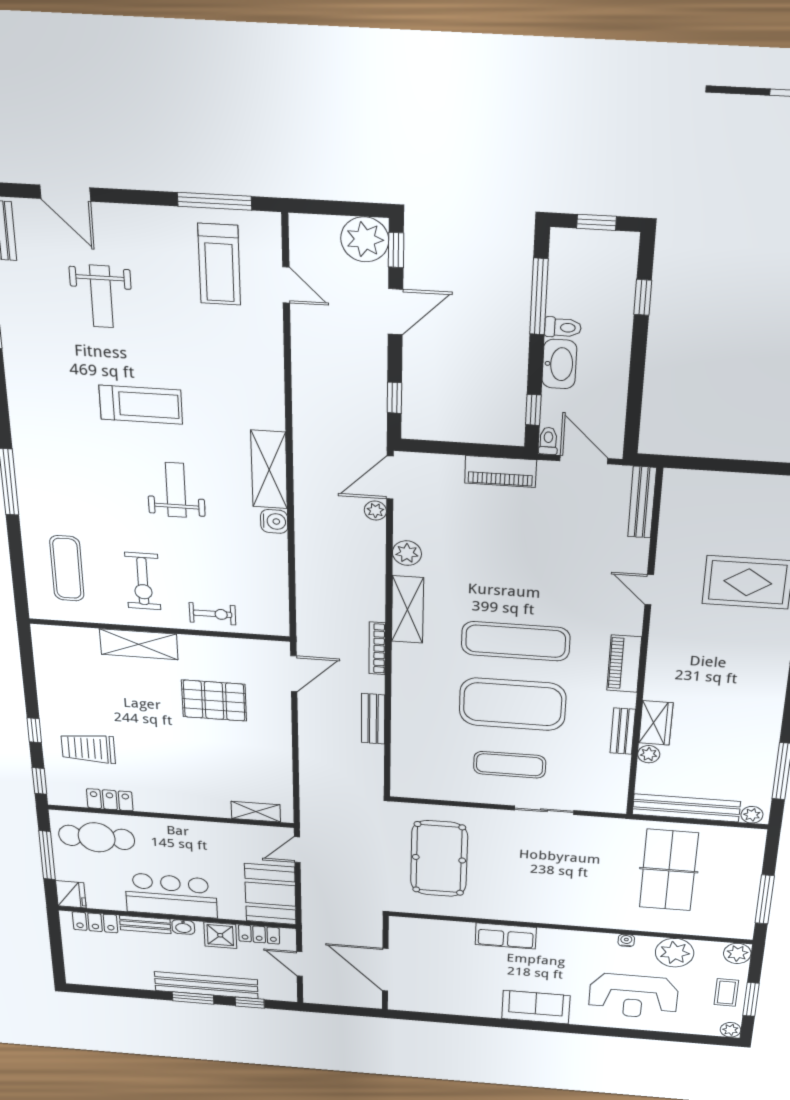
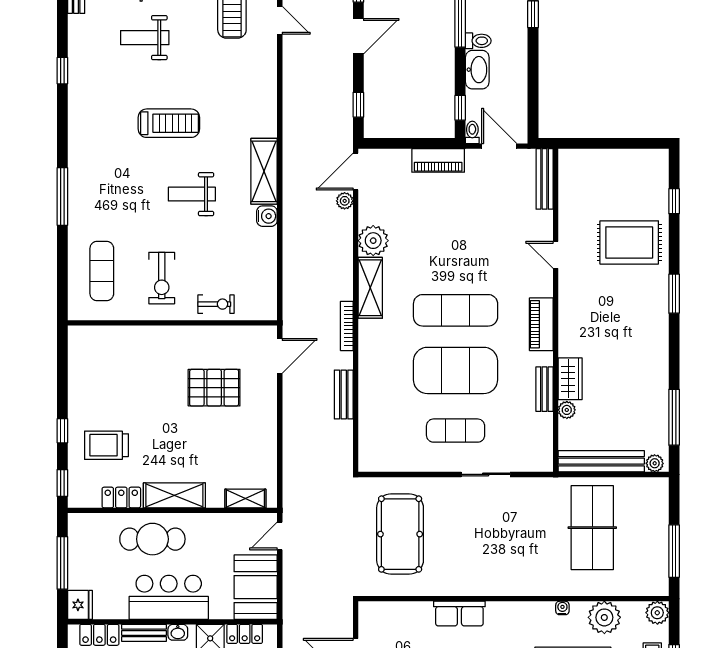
weight bench: (101, 296) -> (145, 38), turned 90
weight bench: (176, 490) -> (192, 194), turned -90
plant: (407, 553) -> (373, 241), width x1.36, depth x1.36
shelving: (139, 644) -> (174, 495), moved
cafe table: (97, 837) -> (152, 539), moved

